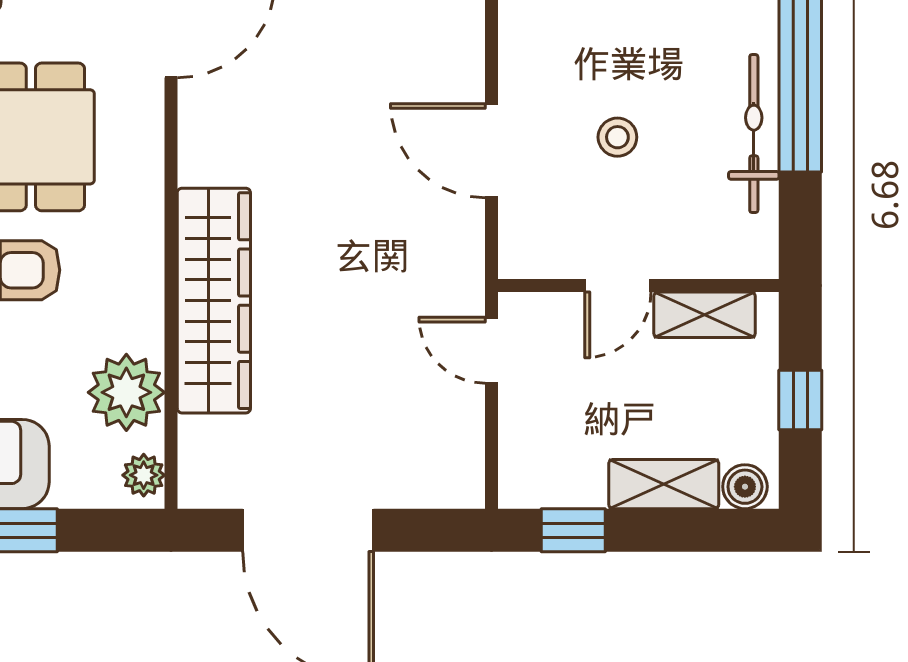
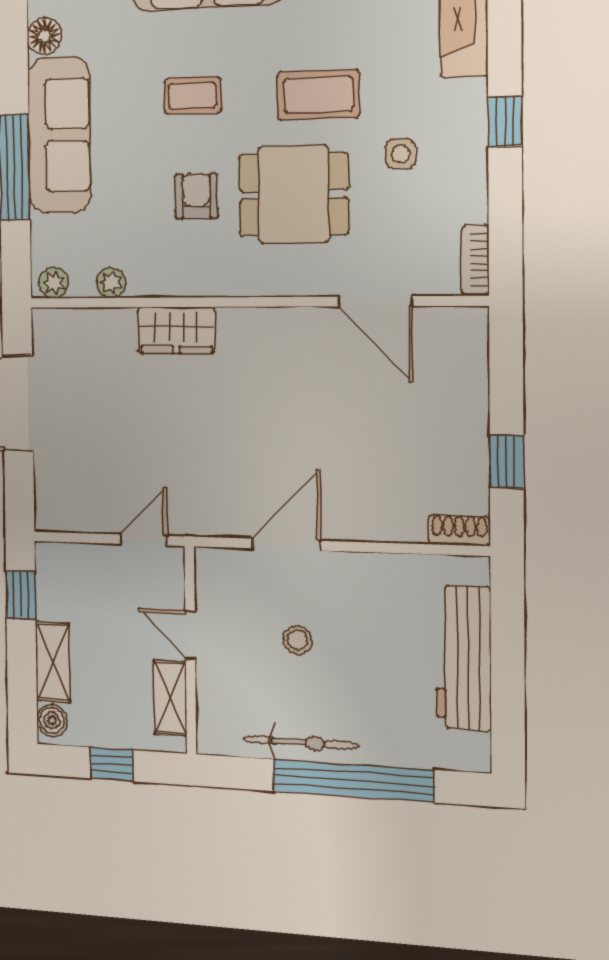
wardrobe: (214, 301) -> (176, 330), width x0.48, depth x0.85
plant: (126, 392) -> (111, 283), width x0.53, depth x0.53

